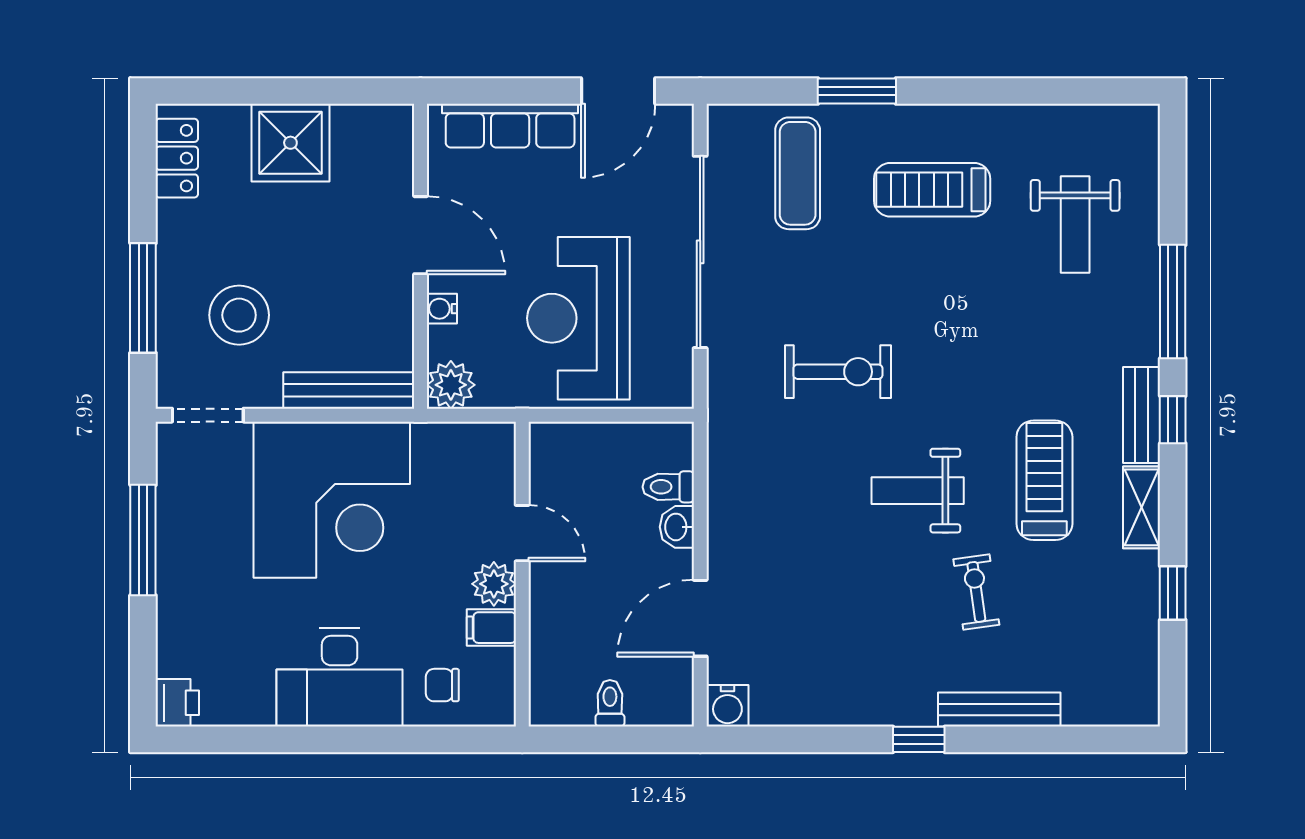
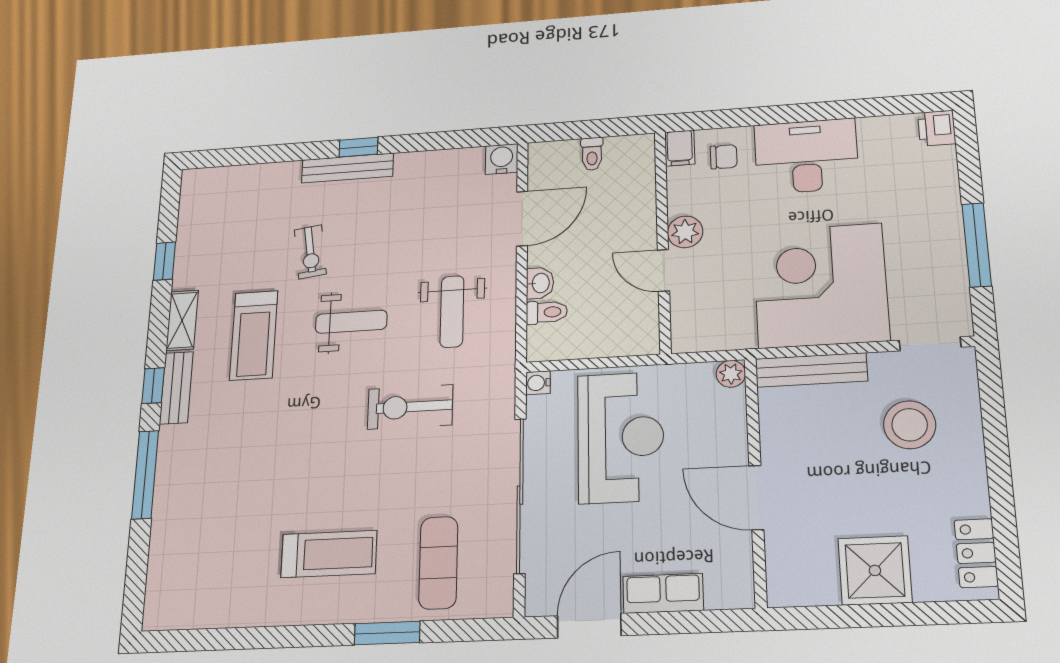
row of seats: (510, 126) -> (663, 593), width x0.68
weight bench: (1075, 224) -> (452, 311), moved, turned 180
window: (143, 298) -> (995, 434), removed
water cooler: (442, 309) -> (538, 383), moved, turned 180
plant: (451, 385) -> (731, 374), width x0.73, depth x0.73
filing cabinet: (491, 628) -> (680, 148), moved, turned 90
bench: (999, 710) -> (347, 168), moved

